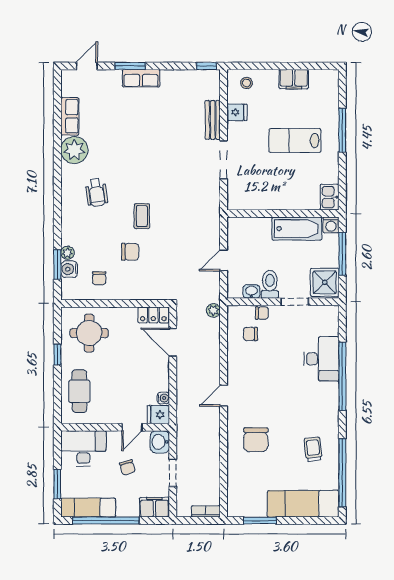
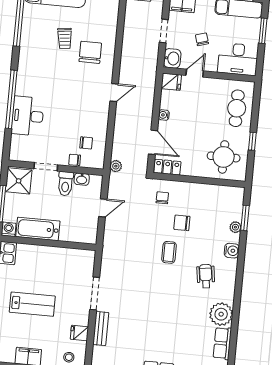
water cooler: (69, 269) -> (232, 251), moved
chair: (99, 278) -> (162, 198), moved
water cooler: (163, 398) -> (164, 115), moved
trolley: (313, 449) -> (65, 38), moved

